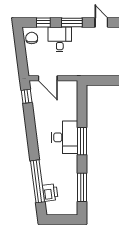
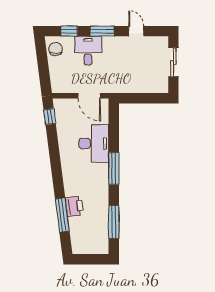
door: (48, 78) -> (89, 96), moved
desk: (65, 137) -> (94, 143), moved
window: (37, 181) -> (62, 215), width x0.68
printer: (50, 193) -> (74, 206), moved

